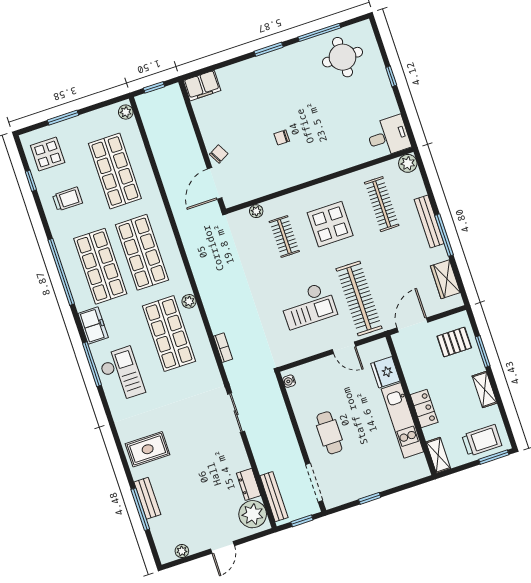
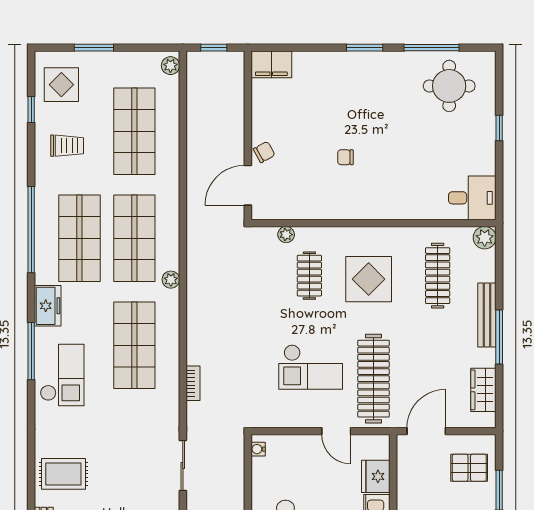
plant: (189, 301) -> (171, 280), moved

